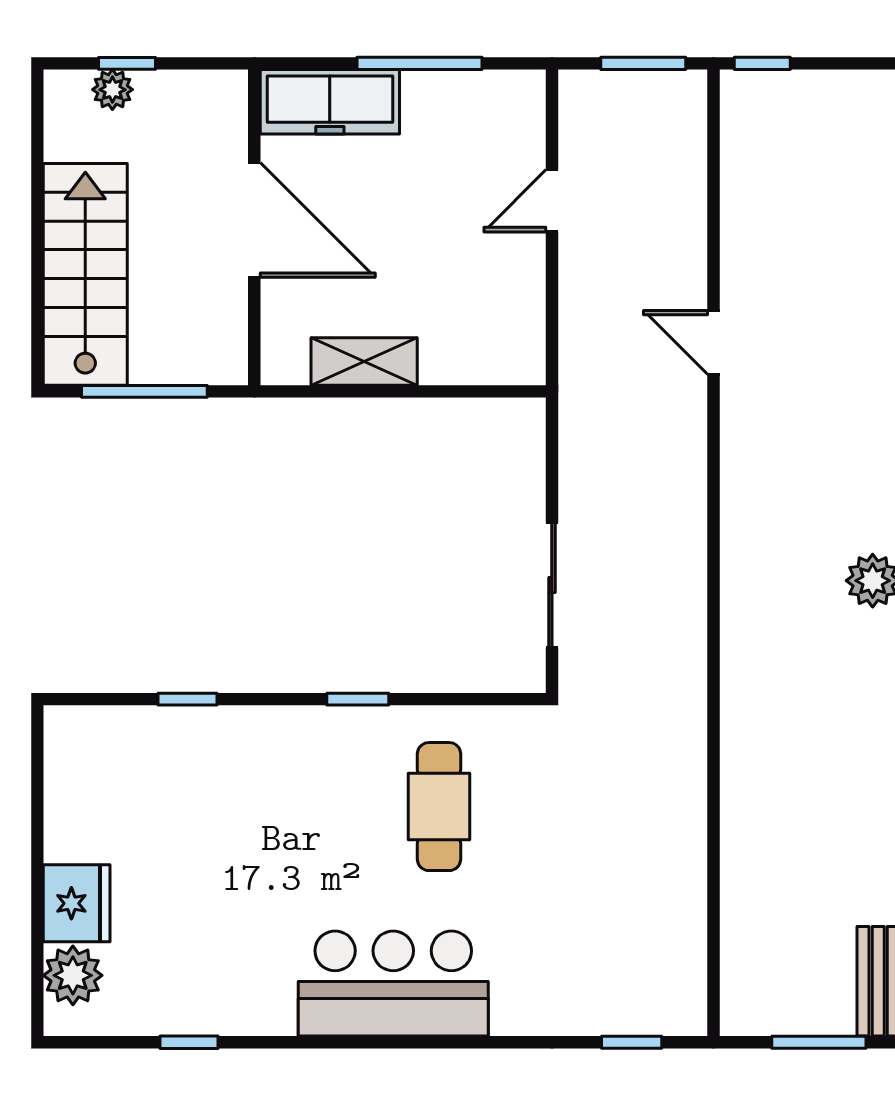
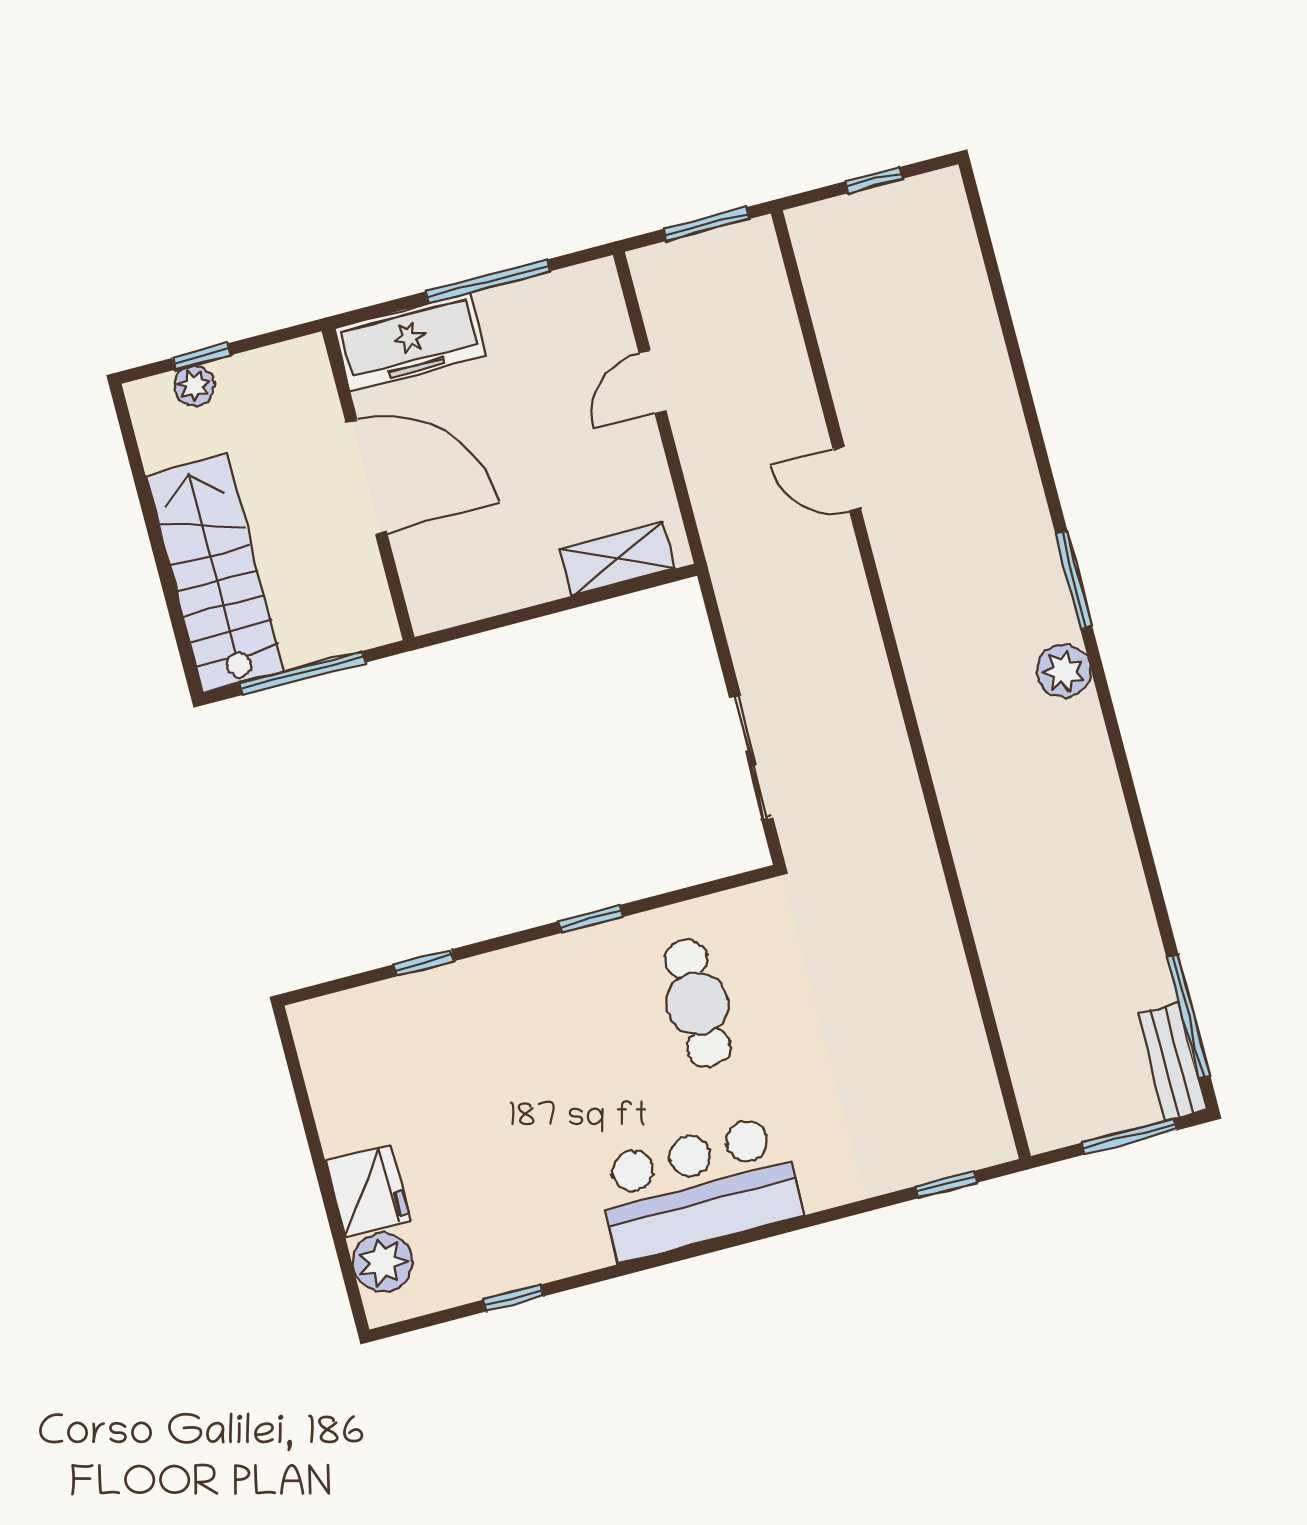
window: (762, 63) -> (874, 180), moved
shelving: (364, 362) -> (618, 559), moved

